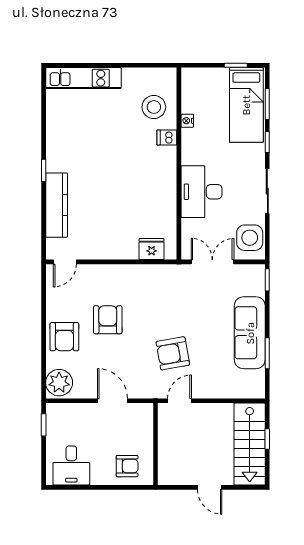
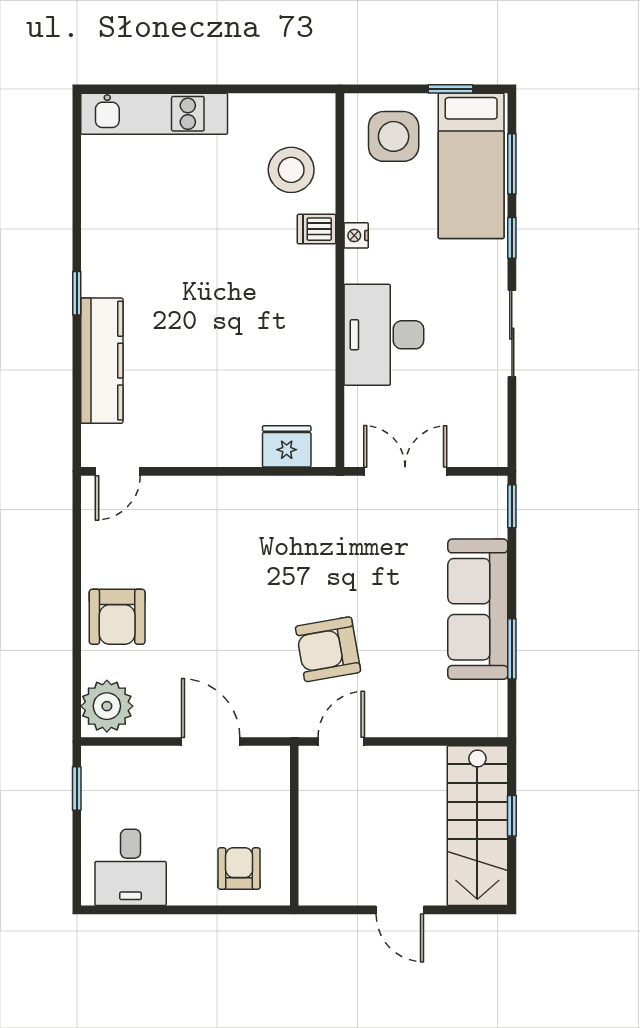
nightstand: (187, 121) -> (356, 235), moved
side table: (250, 238) -> (394, 136), moved
armchair: (108, 320) -> (201, 584), removed
armchair: (127, 466) -> (239, 868), turned -90

